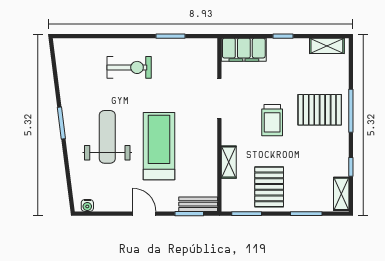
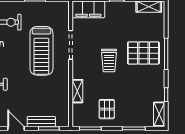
treadmill: (159, 146) -> (41, 51), moved, turned 180
pallet: (269, 187) -> (107, 109), width x0.67, depth x0.71
bench: (198, 204) -> (41, 122), moved

